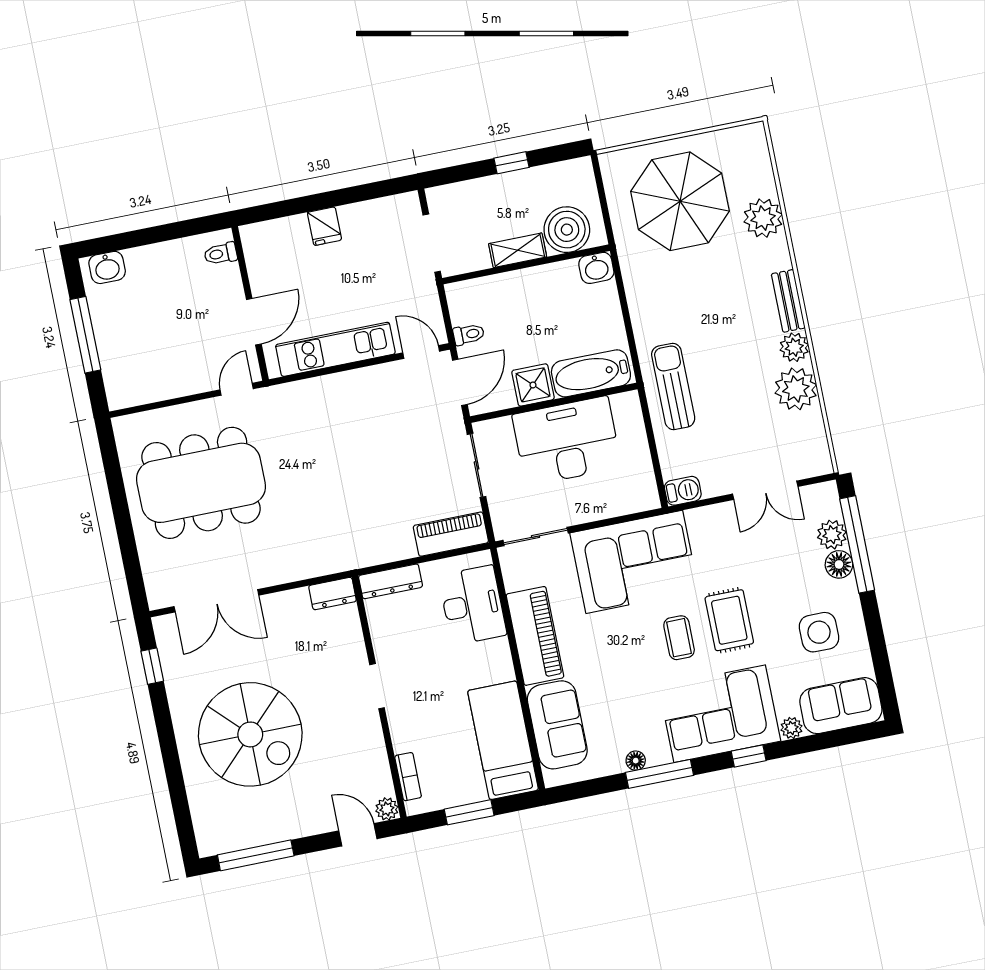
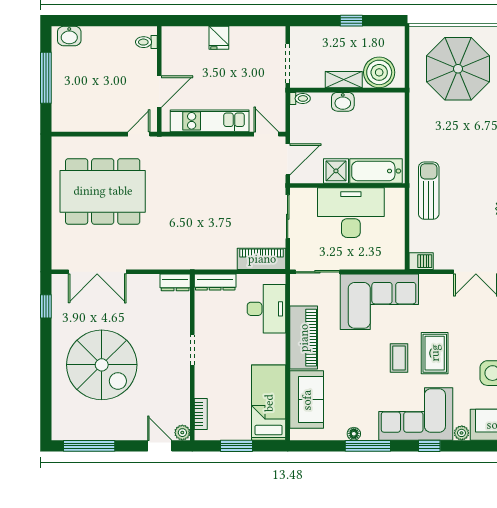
washbasin: (596, 268) -> (343, 102), moved
toilet: (469, 334) -> (300, 98), moved

